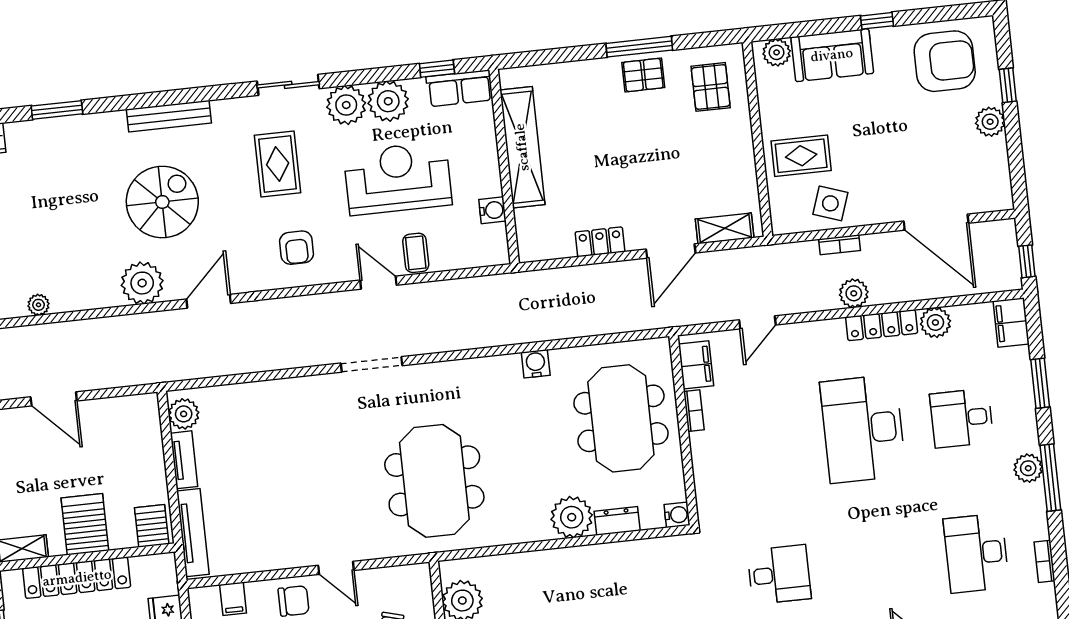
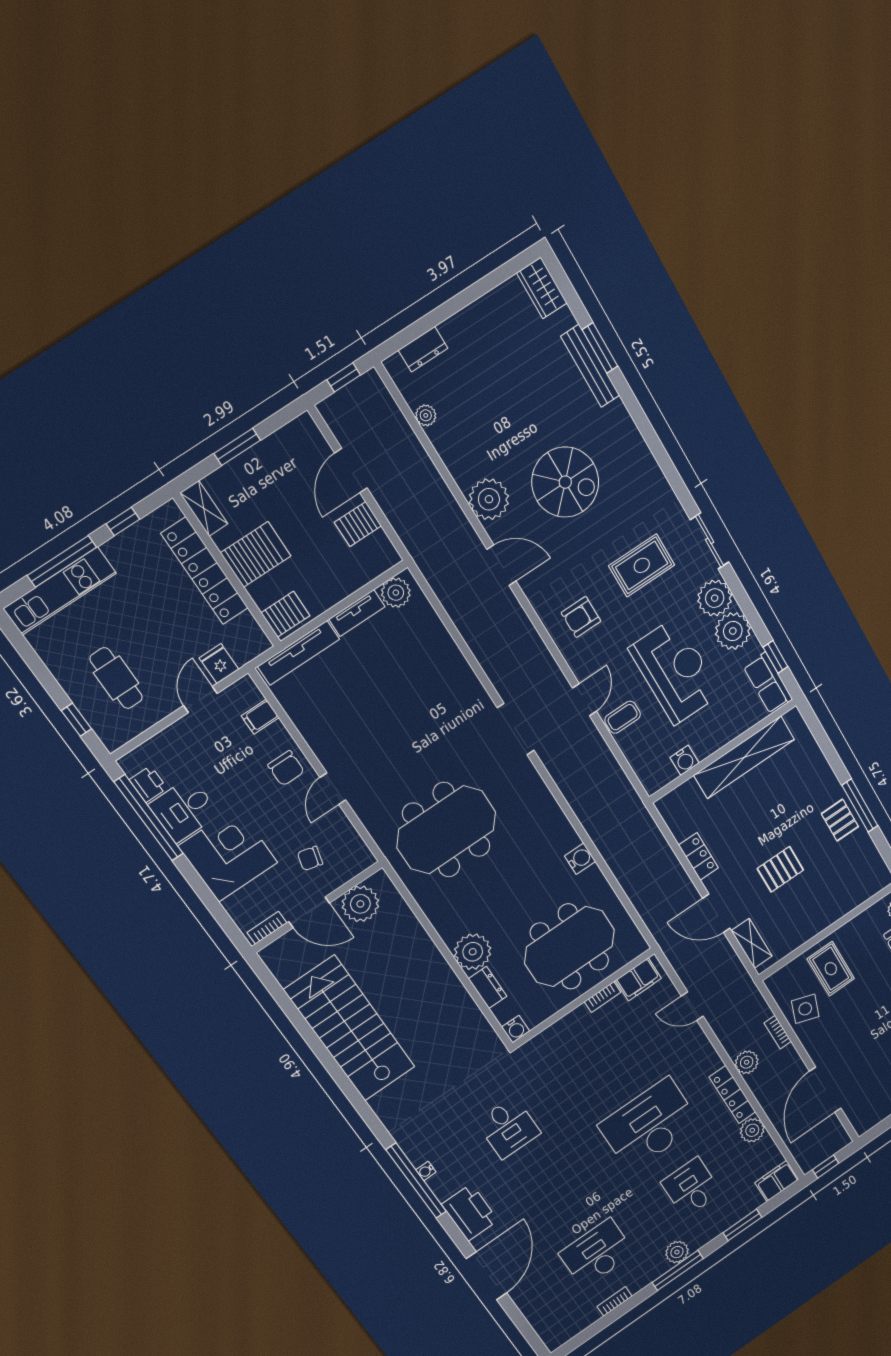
pallet: (711, 87) -> (780, 869), moved
bench: (169, 116) -> (590, 366), moved
server rack: (104, 417) -> (358, 524), added

